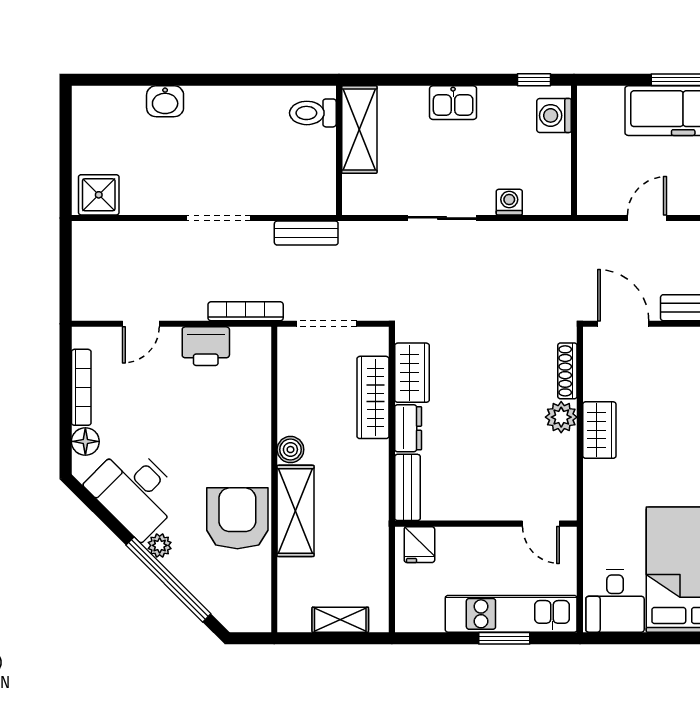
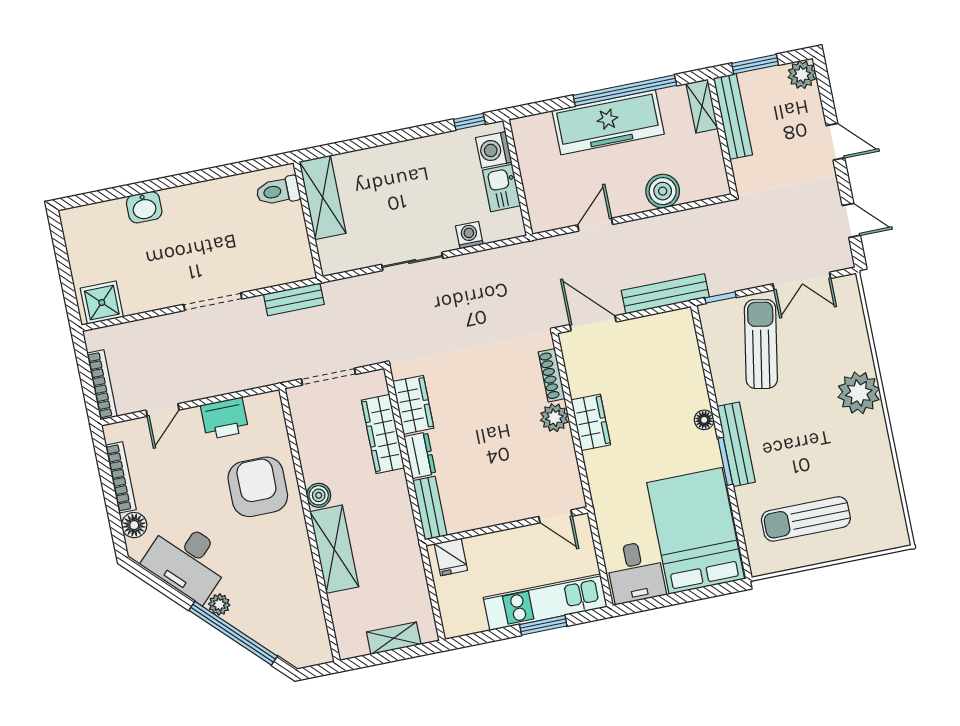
kitchen sink: (453, 103) -> (502, 188), moved, turned 90
bookcase: (246, 311) -> (102, 385), moved, turned 90
armchair: (237, 518) -> (258, 487), moved

